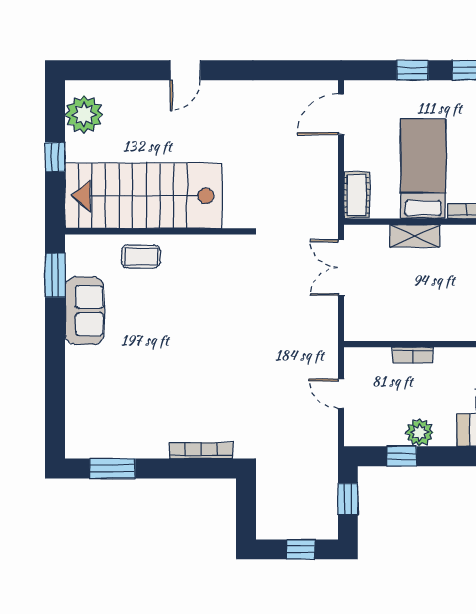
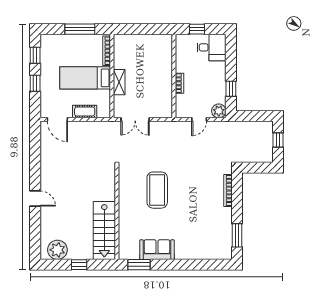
cot: (357, 195) -> (85, 112), moved
stairs: (143, 196) -> (104, 230), width x0.73, depth x0.66
coffee table: (141, 257) -> (157, 190), moved, width x1.86, depth x1.72
plant: (420, 432) -> (219, 111), moved
window: (348, 499) -> (252, 116), removed

